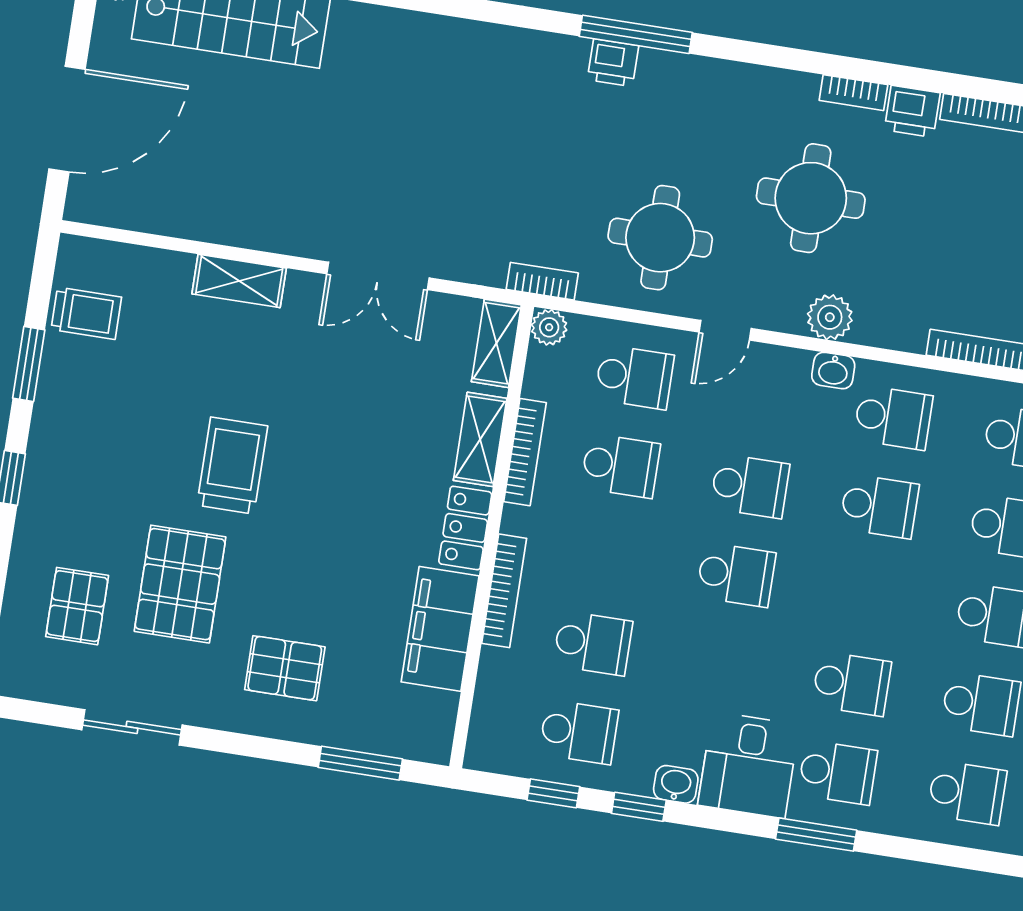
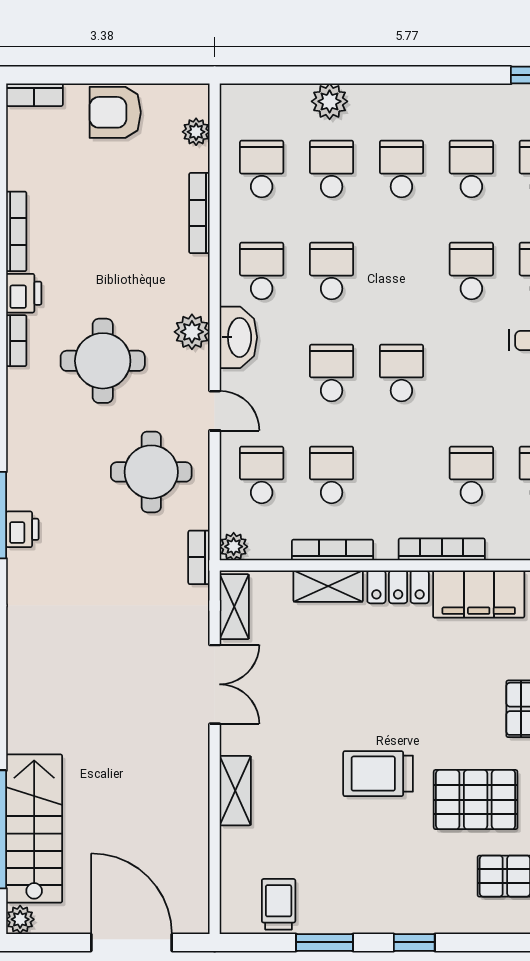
shelving: (496, 343) -> (234, 607), moved, turned 90
washbasin: (833, 371) -> (238, 337), width x1.91, depth x1.45

